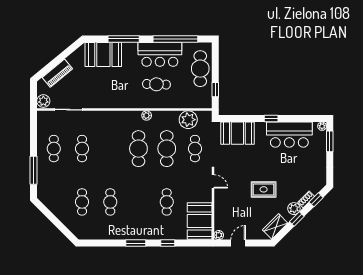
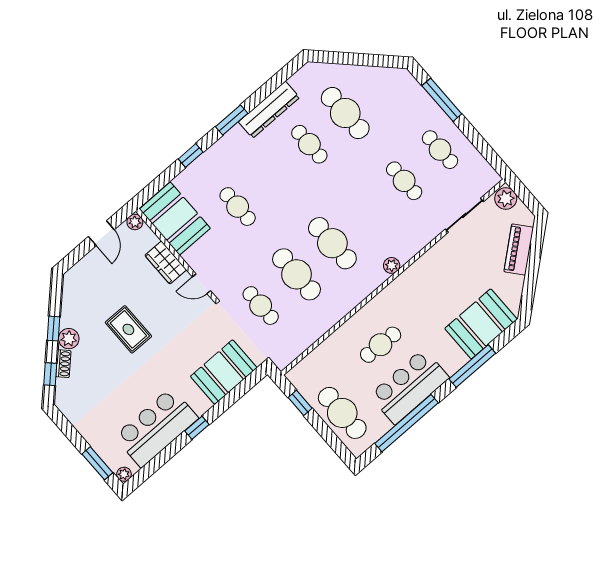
plant: (147, 116) -> (392, 265), moved
plant: (188, 120) -> (301, 335), removed
rug: (264, 189) -> (128, 329), turned 90
cafe table: (82, 202) -> (345, 113), width x1.37, depth x1.35
wardrobe: (275, 226) -> (166, 263), moved, turned 135
dresser: (115, 233) -> (269, 110), added

